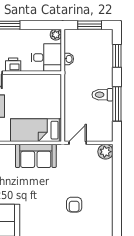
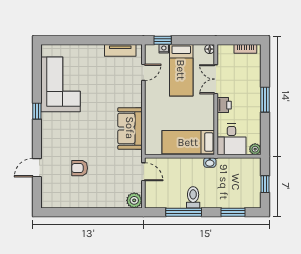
window: (90, 25) -> (265, 184), width x0.67
washbasin: (69, 59) -> (210, 162), moved
bed: (36, 130) -> (188, 142), moved, turned -90

